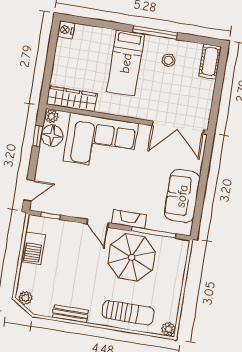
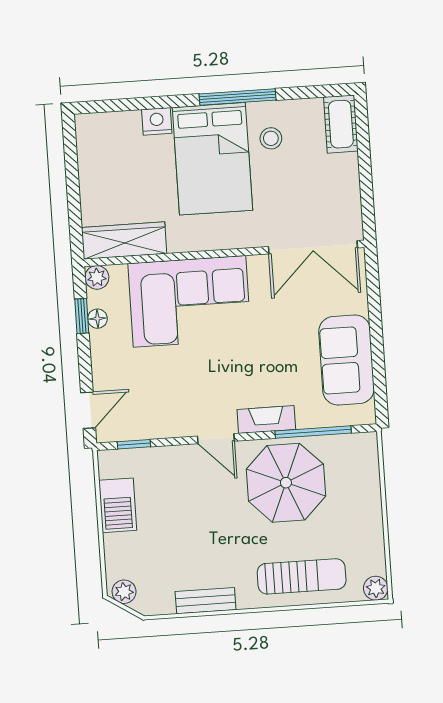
nightstand: (66, 30) -> (157, 121), moved, turned 90
bed: (126, 63) -> (212, 159), width x1.50
floor lamp: (52, 135) -> (97, 319), width x0.53, depth x0.53

